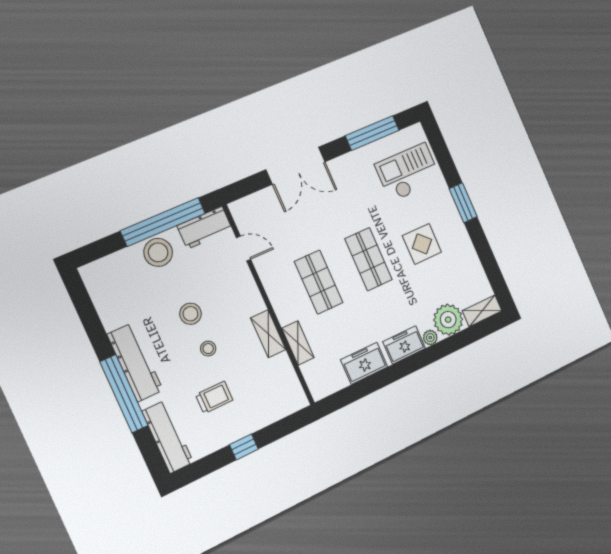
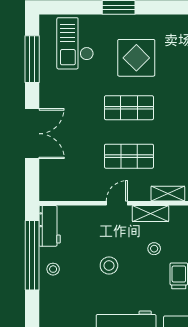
display table: (422, 244) -> (136, 58), width x1.36, depth x1.36
door: (244, 248) -> (117, 203), moved
stool: (158, 252) -> (53, 269), width x0.53, depth x0.53
stool: (208, 349) -> (154, 249), moved

